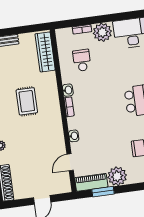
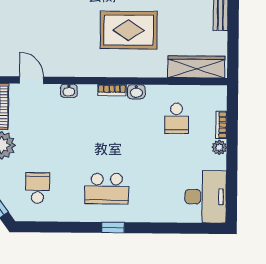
plant: (102, 32) -> (219, 147), width x0.53, depth x0.53
school desk: (82, 60) -> (176, 118), turned 90
rug: (27, 101) -> (129, 30), width x1.36, depth x1.43

